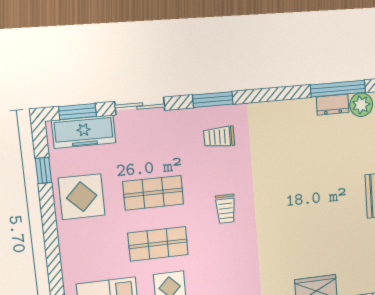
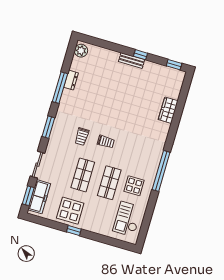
window: (338, 89) -> (60, 88), moved
dresser: (333, 105) -> (71, 80), moved
trolley: (219, 137) -> (82, 137), moved
window: (43, 170) -> (74, 230), moved

